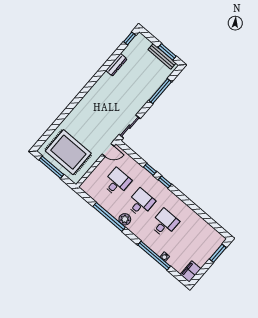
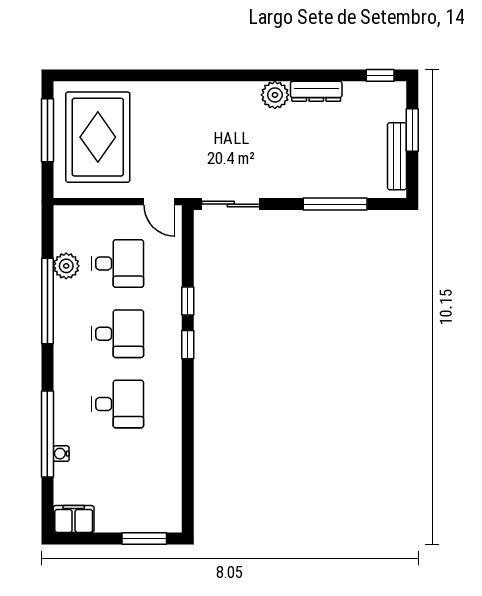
window: (167, 52) -> (412, 130), moved
plant: (106, 80) -> (275, 95), added
plant: (125, 219) -> (66, 266), moved

